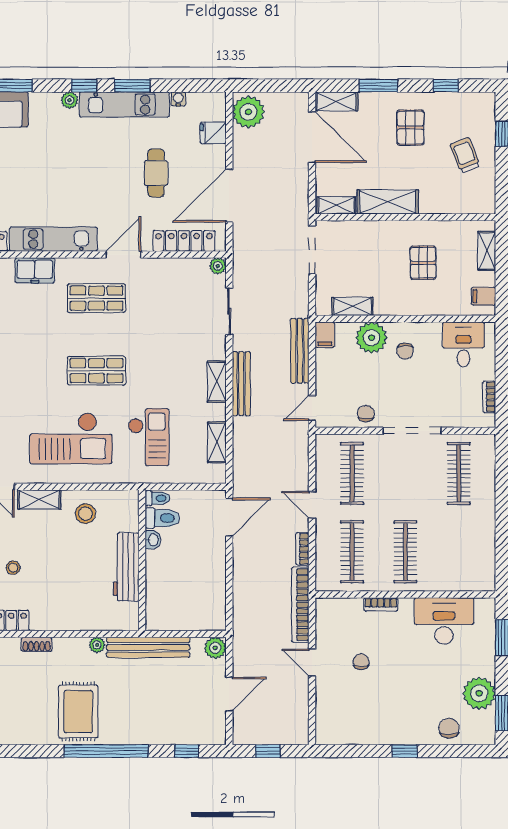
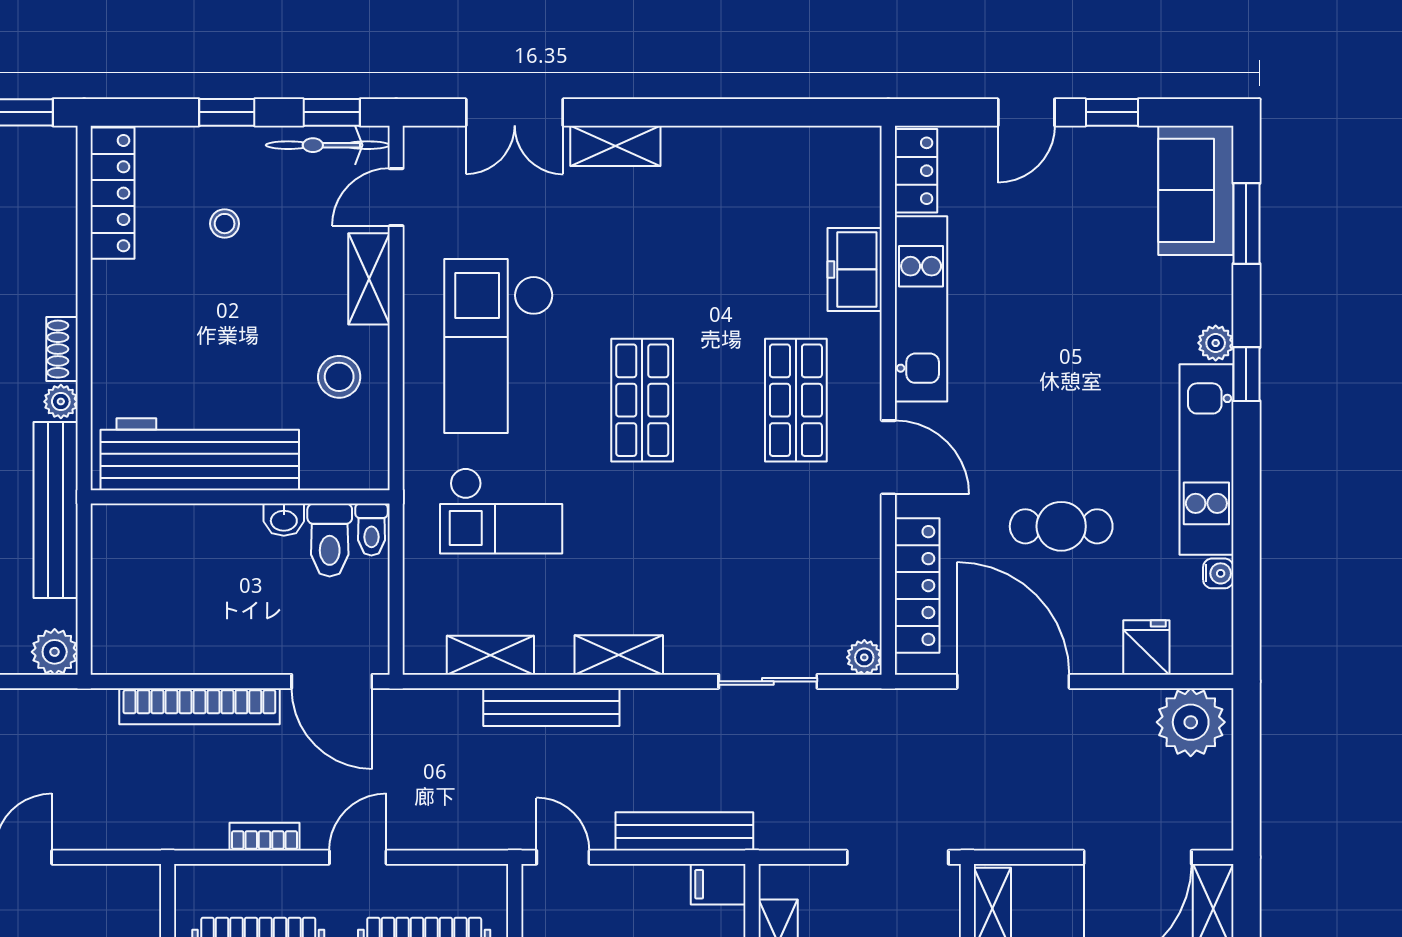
window: (132, 86) -> (1246, 476), removed
bench: (241, 384) -> (551, 707), moved
workbench: (126, 567) -> (200, 454), width x1.36, depth x1.32
bookcase: (300, 605) -> (199, 706), moved, turned 180
shoe rack: (37, 644) -> (62, 349), moved

